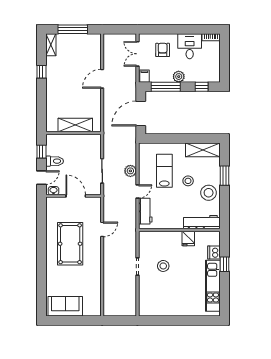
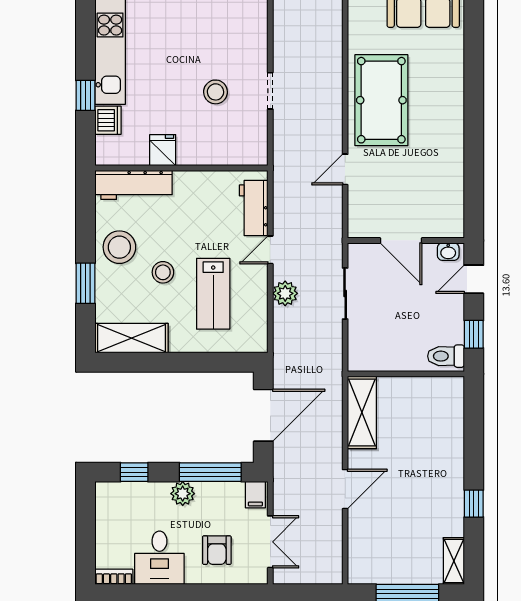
shelving: (75, 125) -> (362, 412), moved, turned 90
toilet: (55, 161) -> (446, 356), moved
pool table: (70, 244) -> (381, 100), moved

